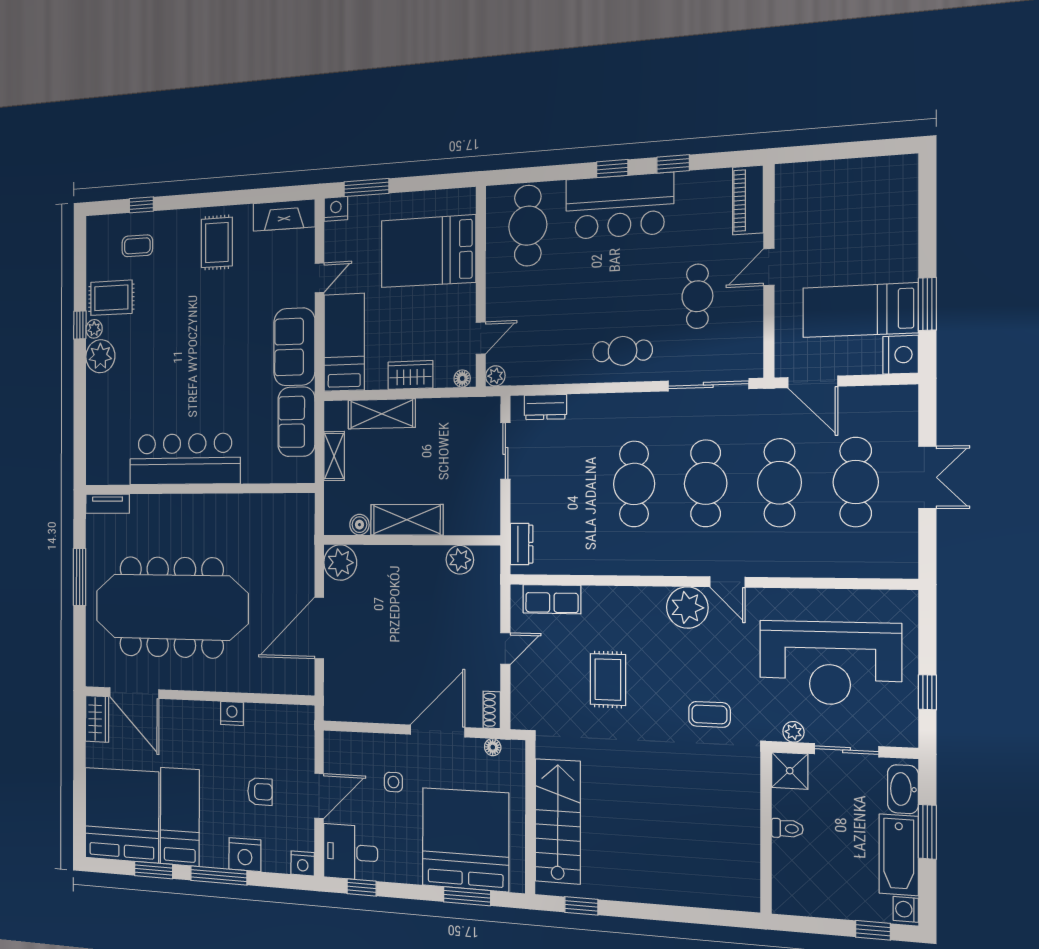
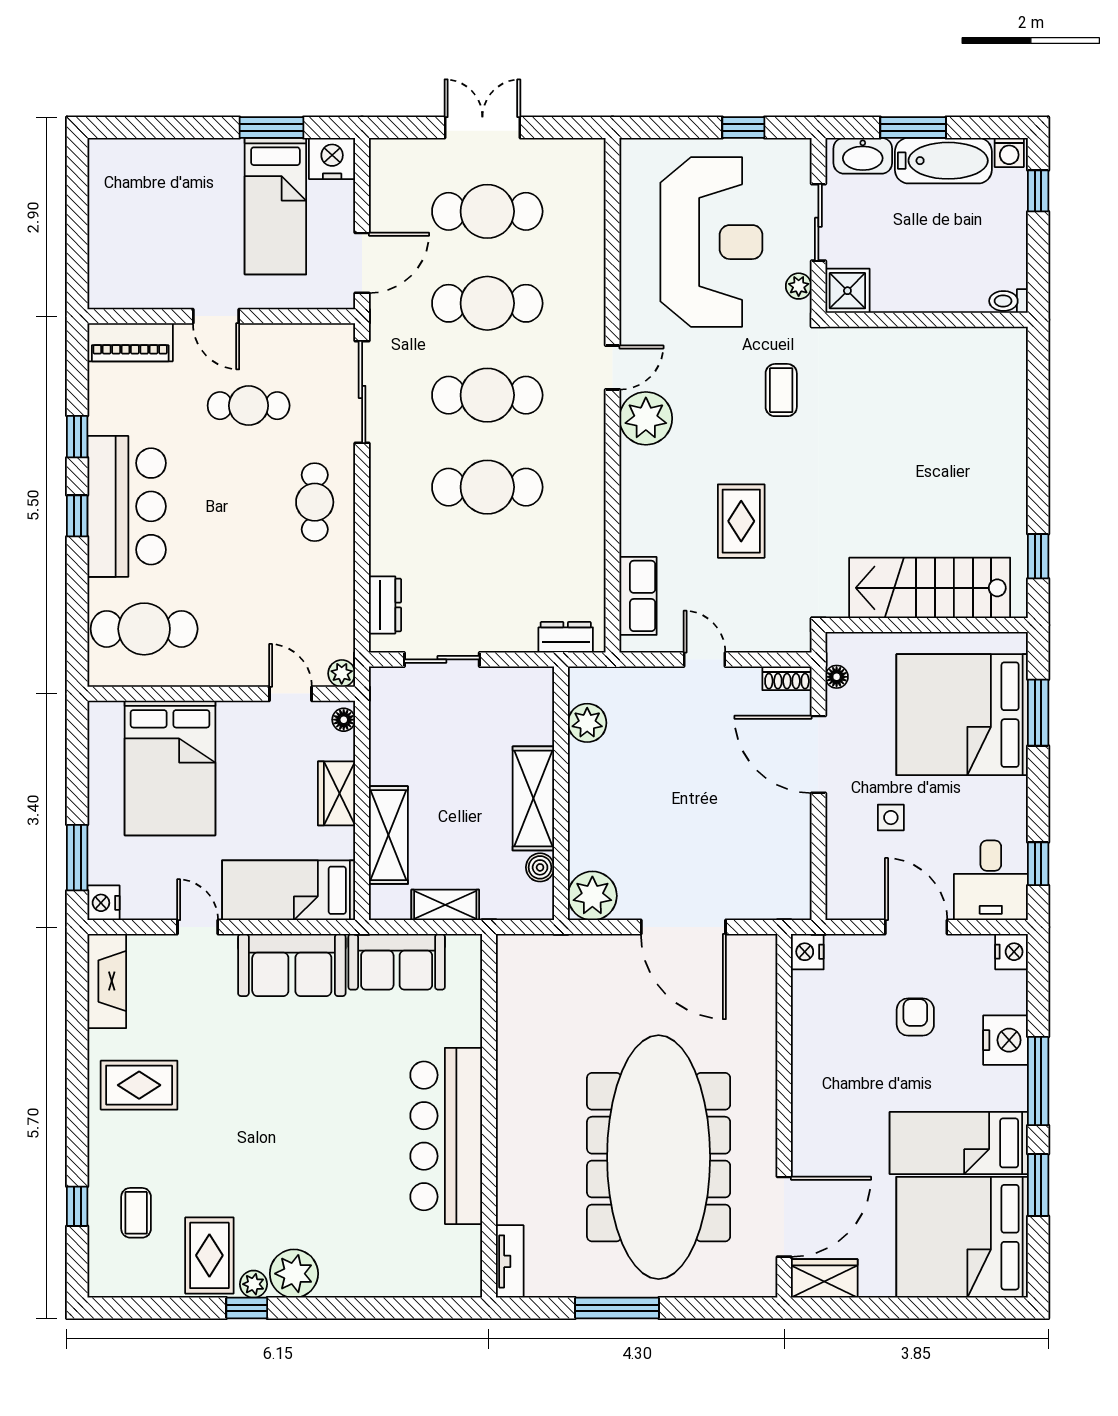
rug: (608, 680) -> (741, 521), turned 90
nightstand: (232, 713) -> (807, 952), moved
toilet: (787, 829) -> (1008, 301), moved, turned -90

